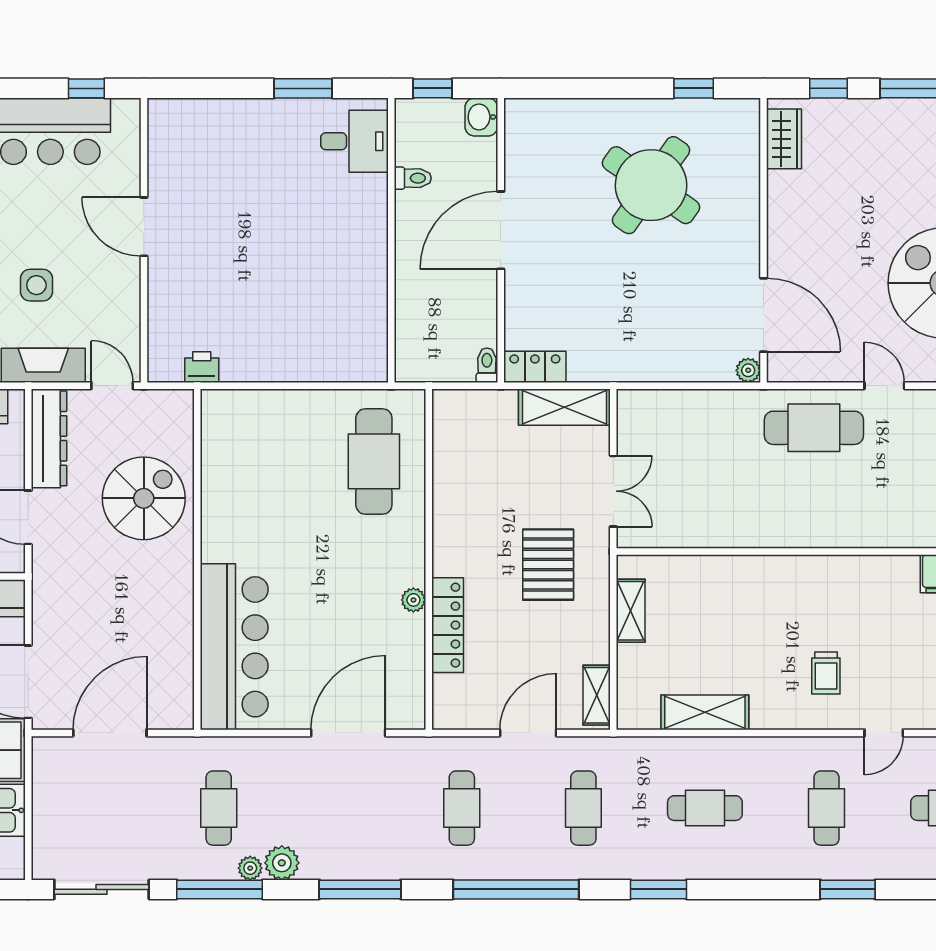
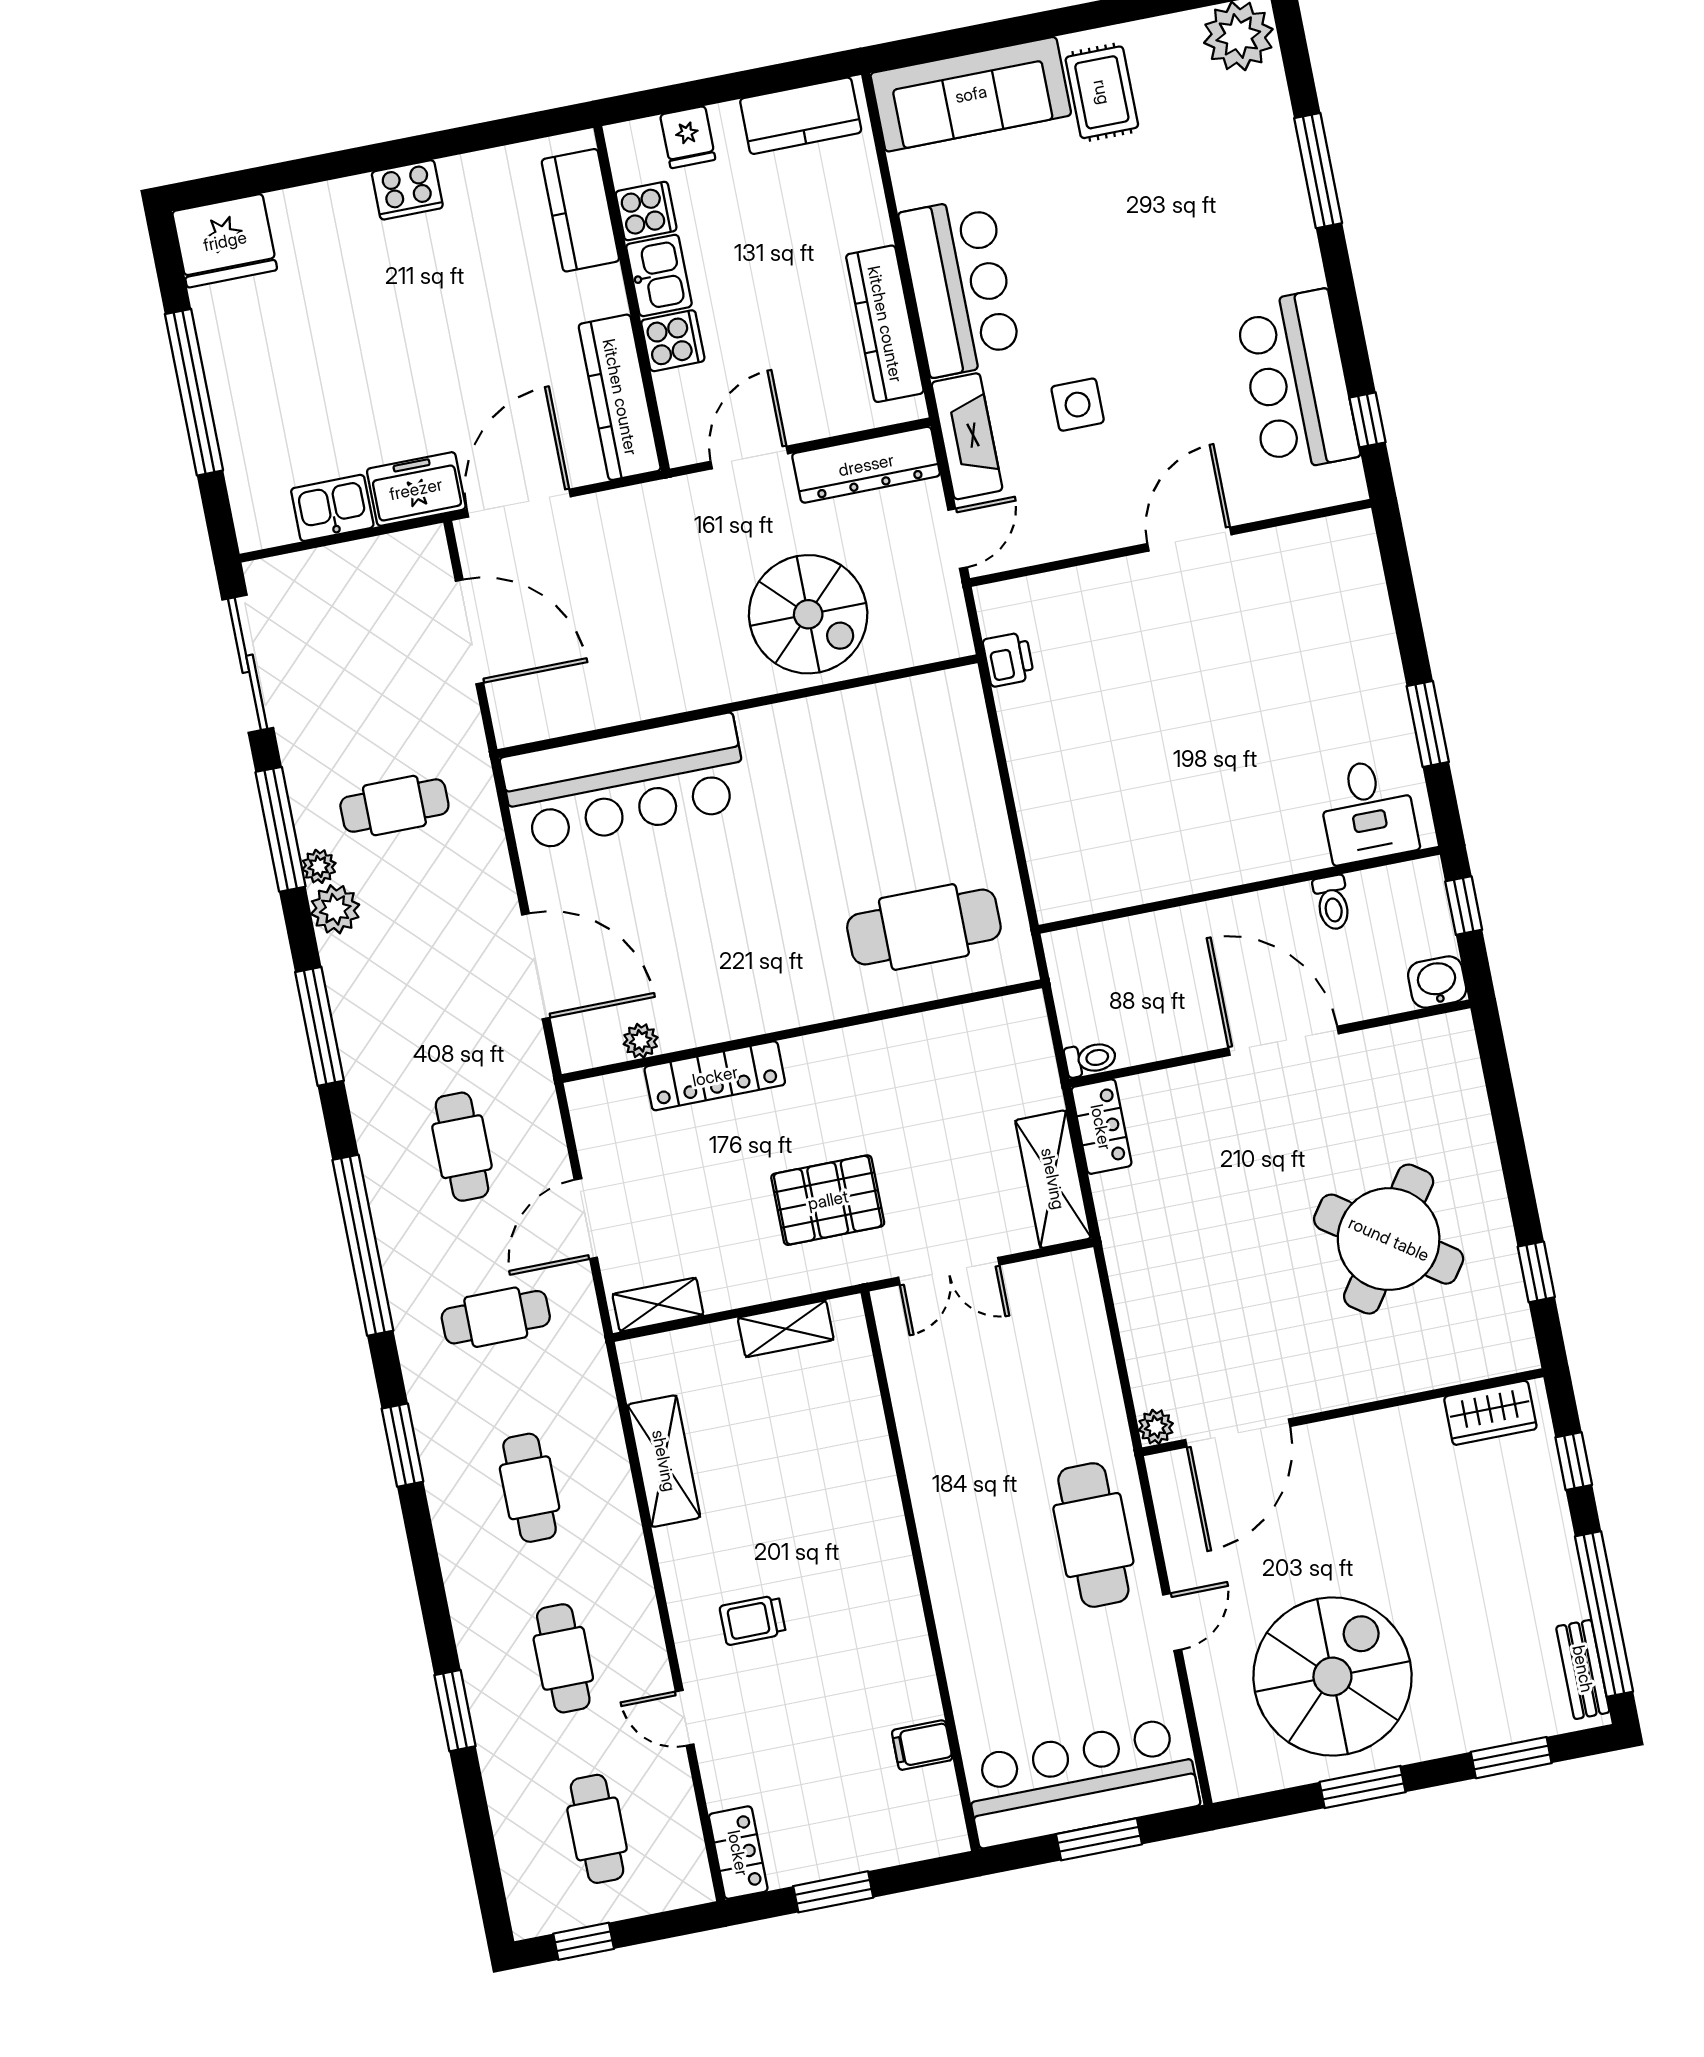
plant: (413, 600) -> (641, 1041), moved
door: (528, 733) -> (586, 1219), swing flipped
cafe table: (462, 808) -> (462, 1147), turned 90
cafe table: (826, 808) -> (563, 1658), turned 90

